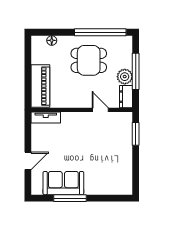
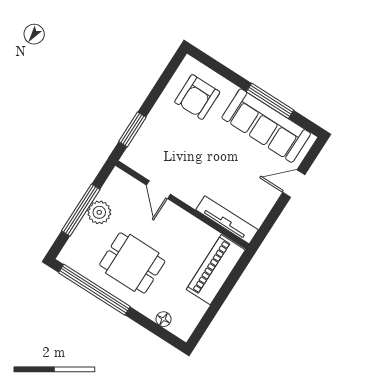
dresser: (126, 97) -> (114, 185), removed
tv unit: (46, 117) -> (227, 220), width x1.41
armchair: (111, 175) -> (197, 97), added
sofa: (63, 183) -> (266, 126), width x1.36

